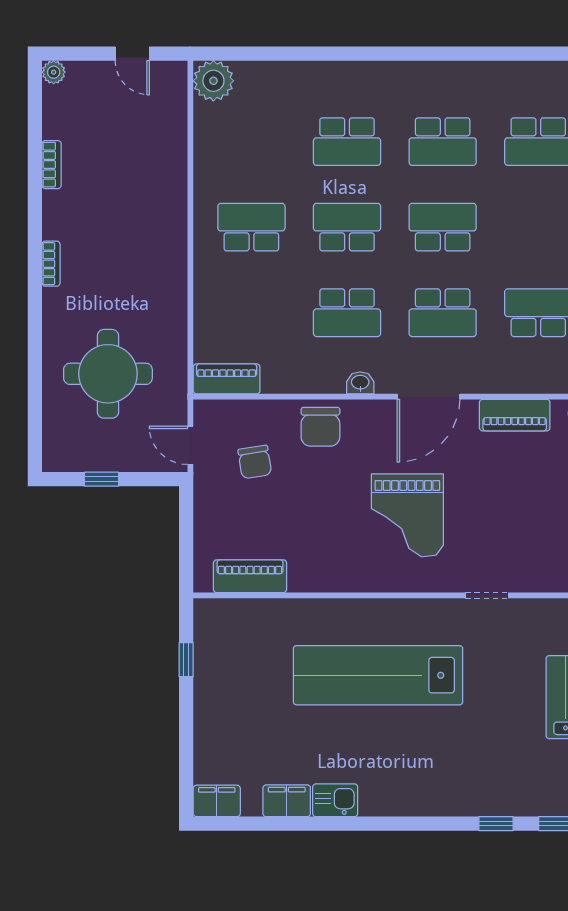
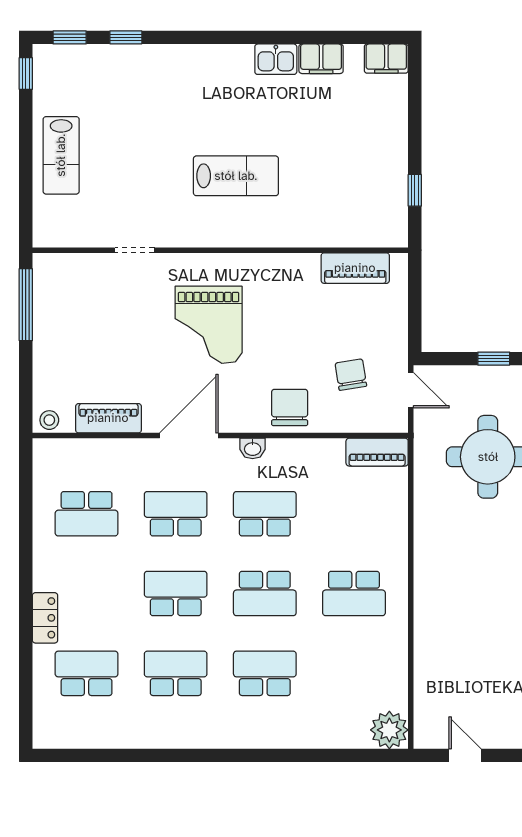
school desk: (443, 227) -> (176, 594), turned 180
grand piano: (407, 515) -> (209, 325), turned 180
lab bench: (378, 675) -> (236, 176), width x0.54, depth x0.72

